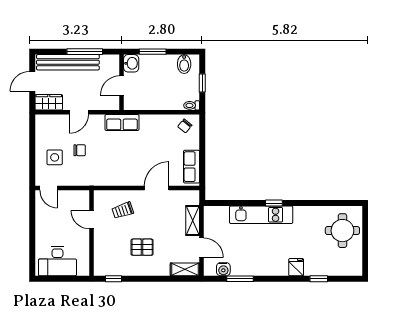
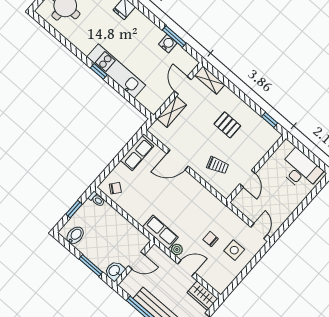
plant: (98, 120) -> (177, 249), added
water cooler: (223, 269) -> (168, 44), moved

